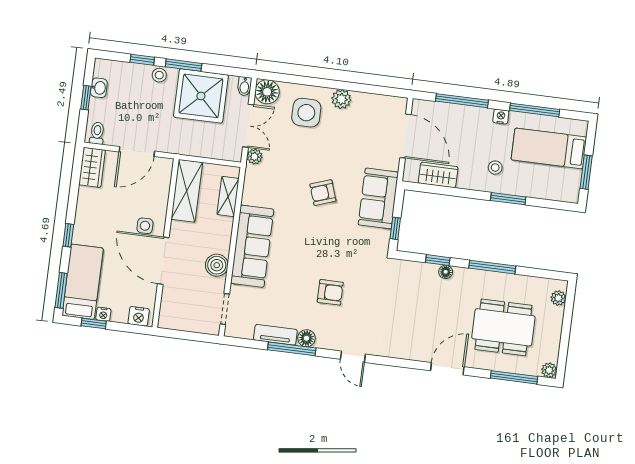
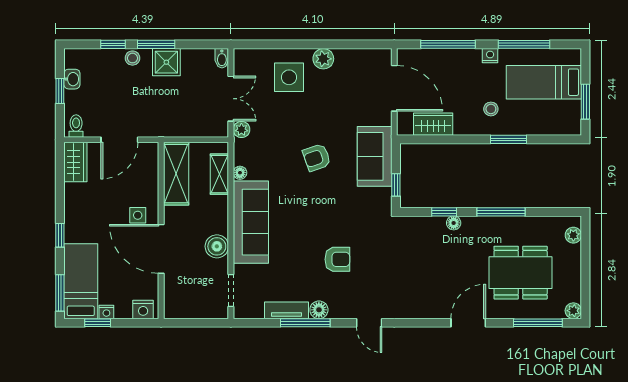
floor lamp: (267, 92) -> (240, 173), moved, width x0.53, depth x0.53
shower: (201, 96) -> (166, 62), width x0.54, depth x0.54

